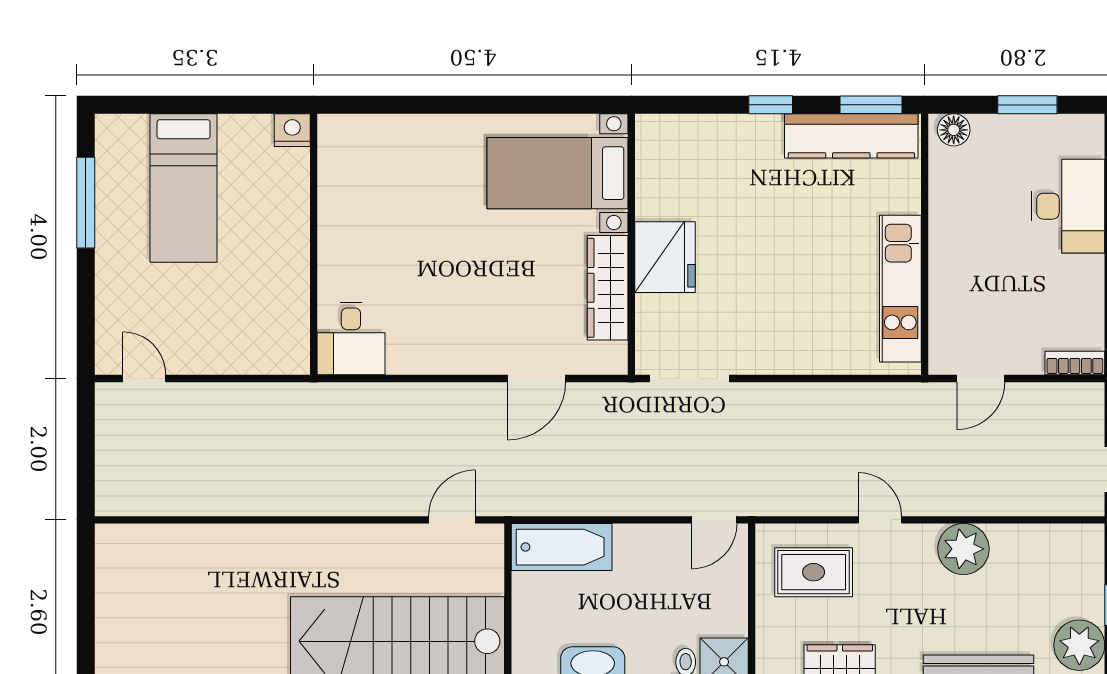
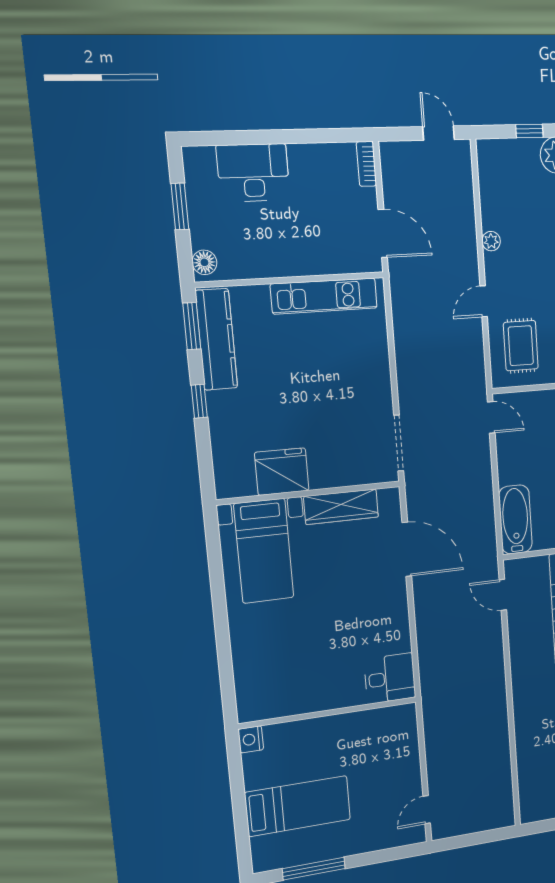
fridge: (665, 257) -> (282, 472), moved
door: (536, 379) -> (407, 549), width x1.36
door: (981, 379) -> (383, 233), width x1.38
plant: (963, 549) -> (491, 241), width x0.53, depth x0.53

